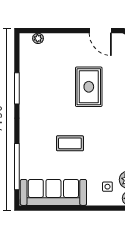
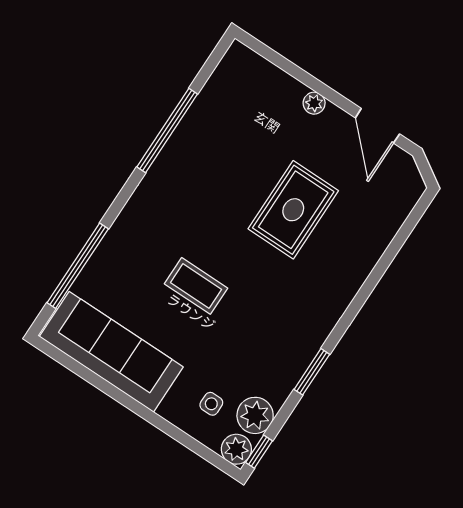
plant: (38, 38) -> (314, 103), moved
window: (17, 88) -> (167, 130), width x1.46

